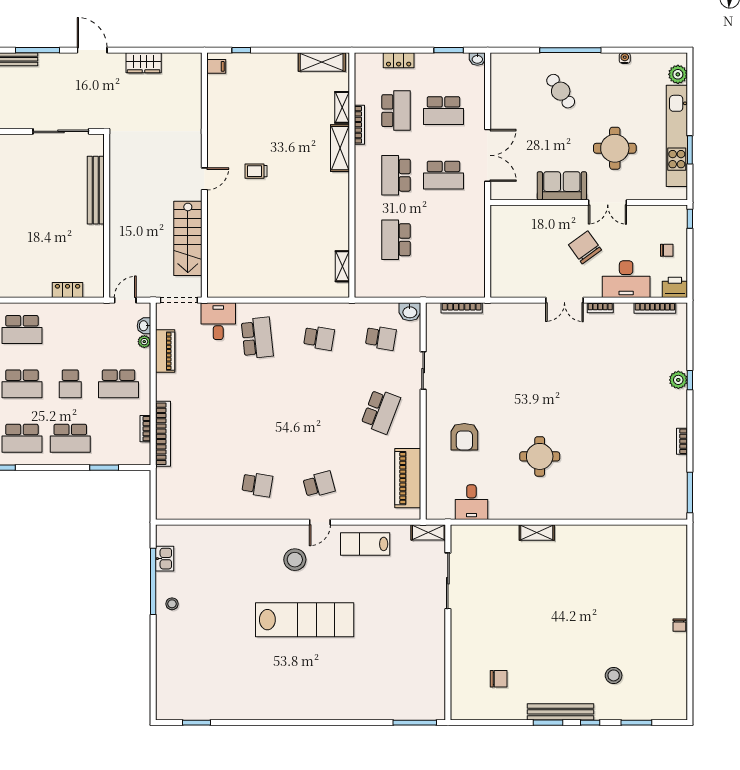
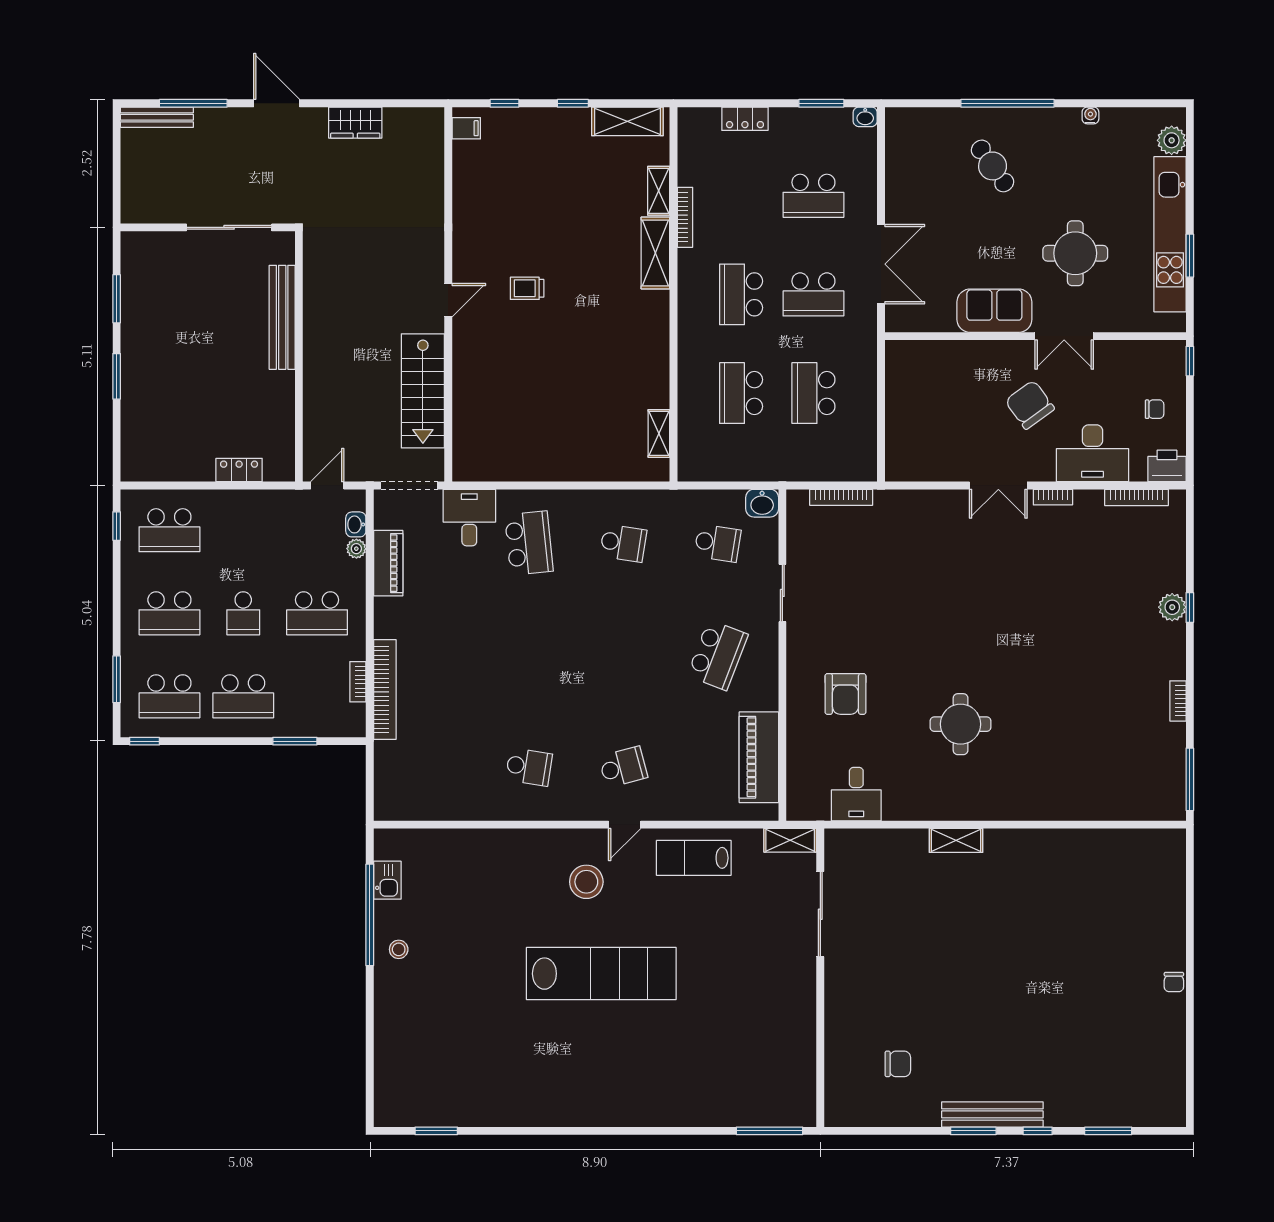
window: (286, 50) -> (573, 103), added
school desk: (396, 111) -> (813, 393), moved, turned 180
stool: (614, 675) -> (1073, 1059), removed

